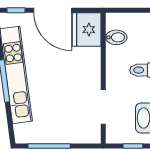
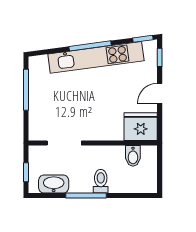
door: (53, 10) -> (160, 93), width x0.53

